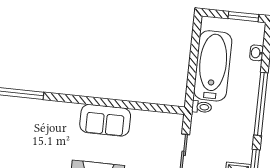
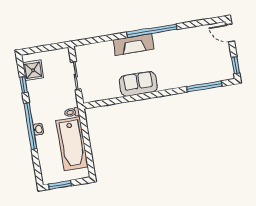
washbasin: (256, 53) -> (38, 129), moved

